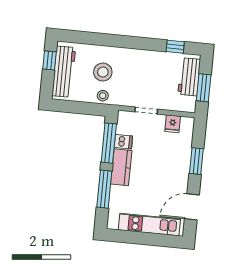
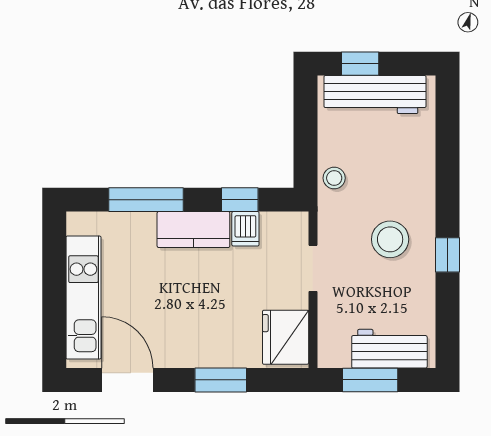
window: (175, 47) -> (447, 255), moved
window: (50, 60) -> (360, 64), moved
stool: (103, 72) -> (390, 239), moved
fridge: (173, 124) -> (286, 337), width x1.88, depth x1.34
window: (109, 143) -> (240, 200), width x0.46

